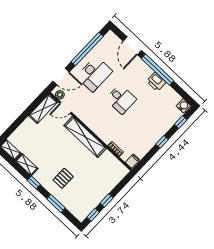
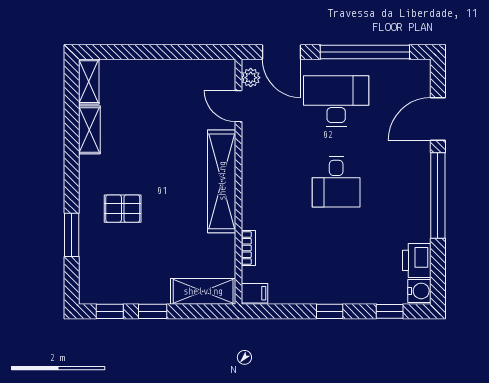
desk: (94, 74) -> (336, 101), turned 180
printer: (156, 82) -> (417, 260), moved
shelving: (43, 109) -> (203, 291), moved
window: (34, 182) -> (72, 168), removed

